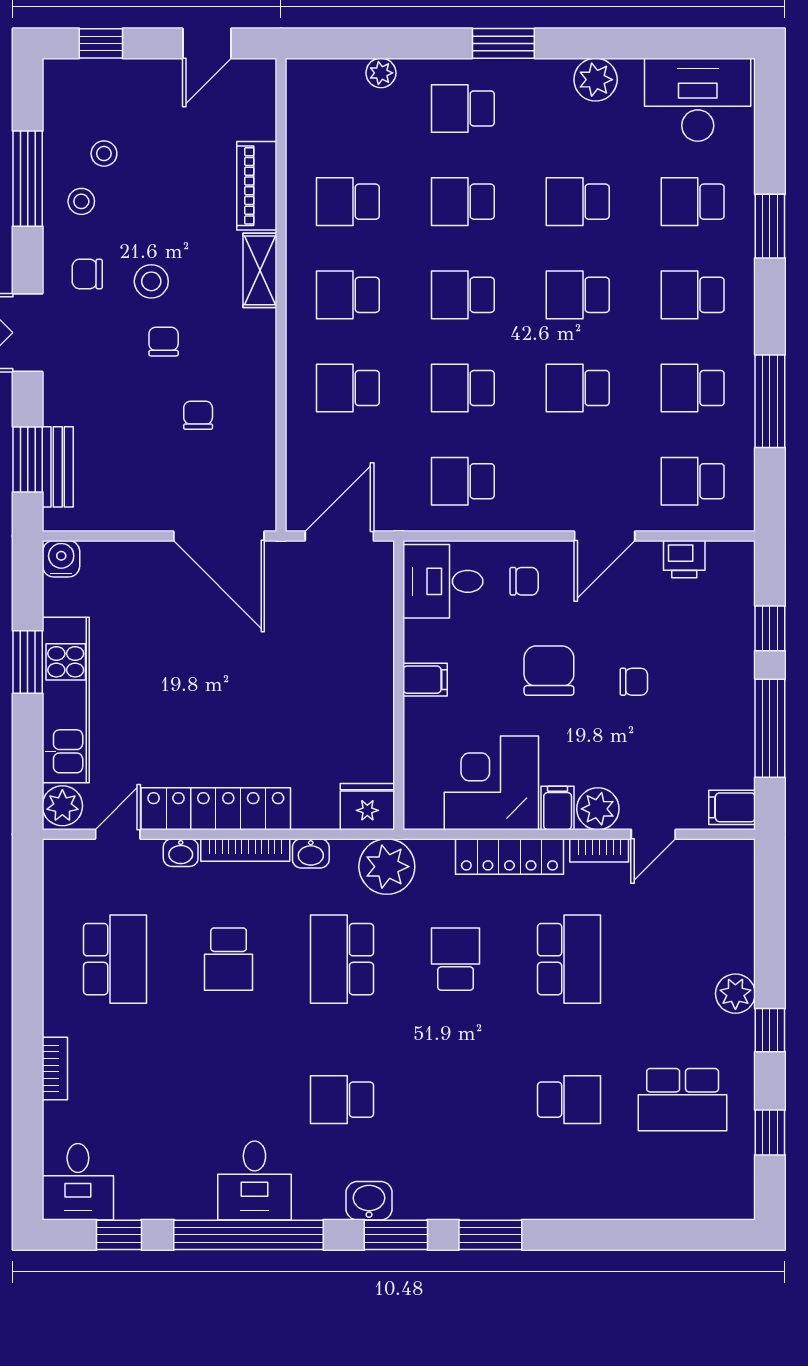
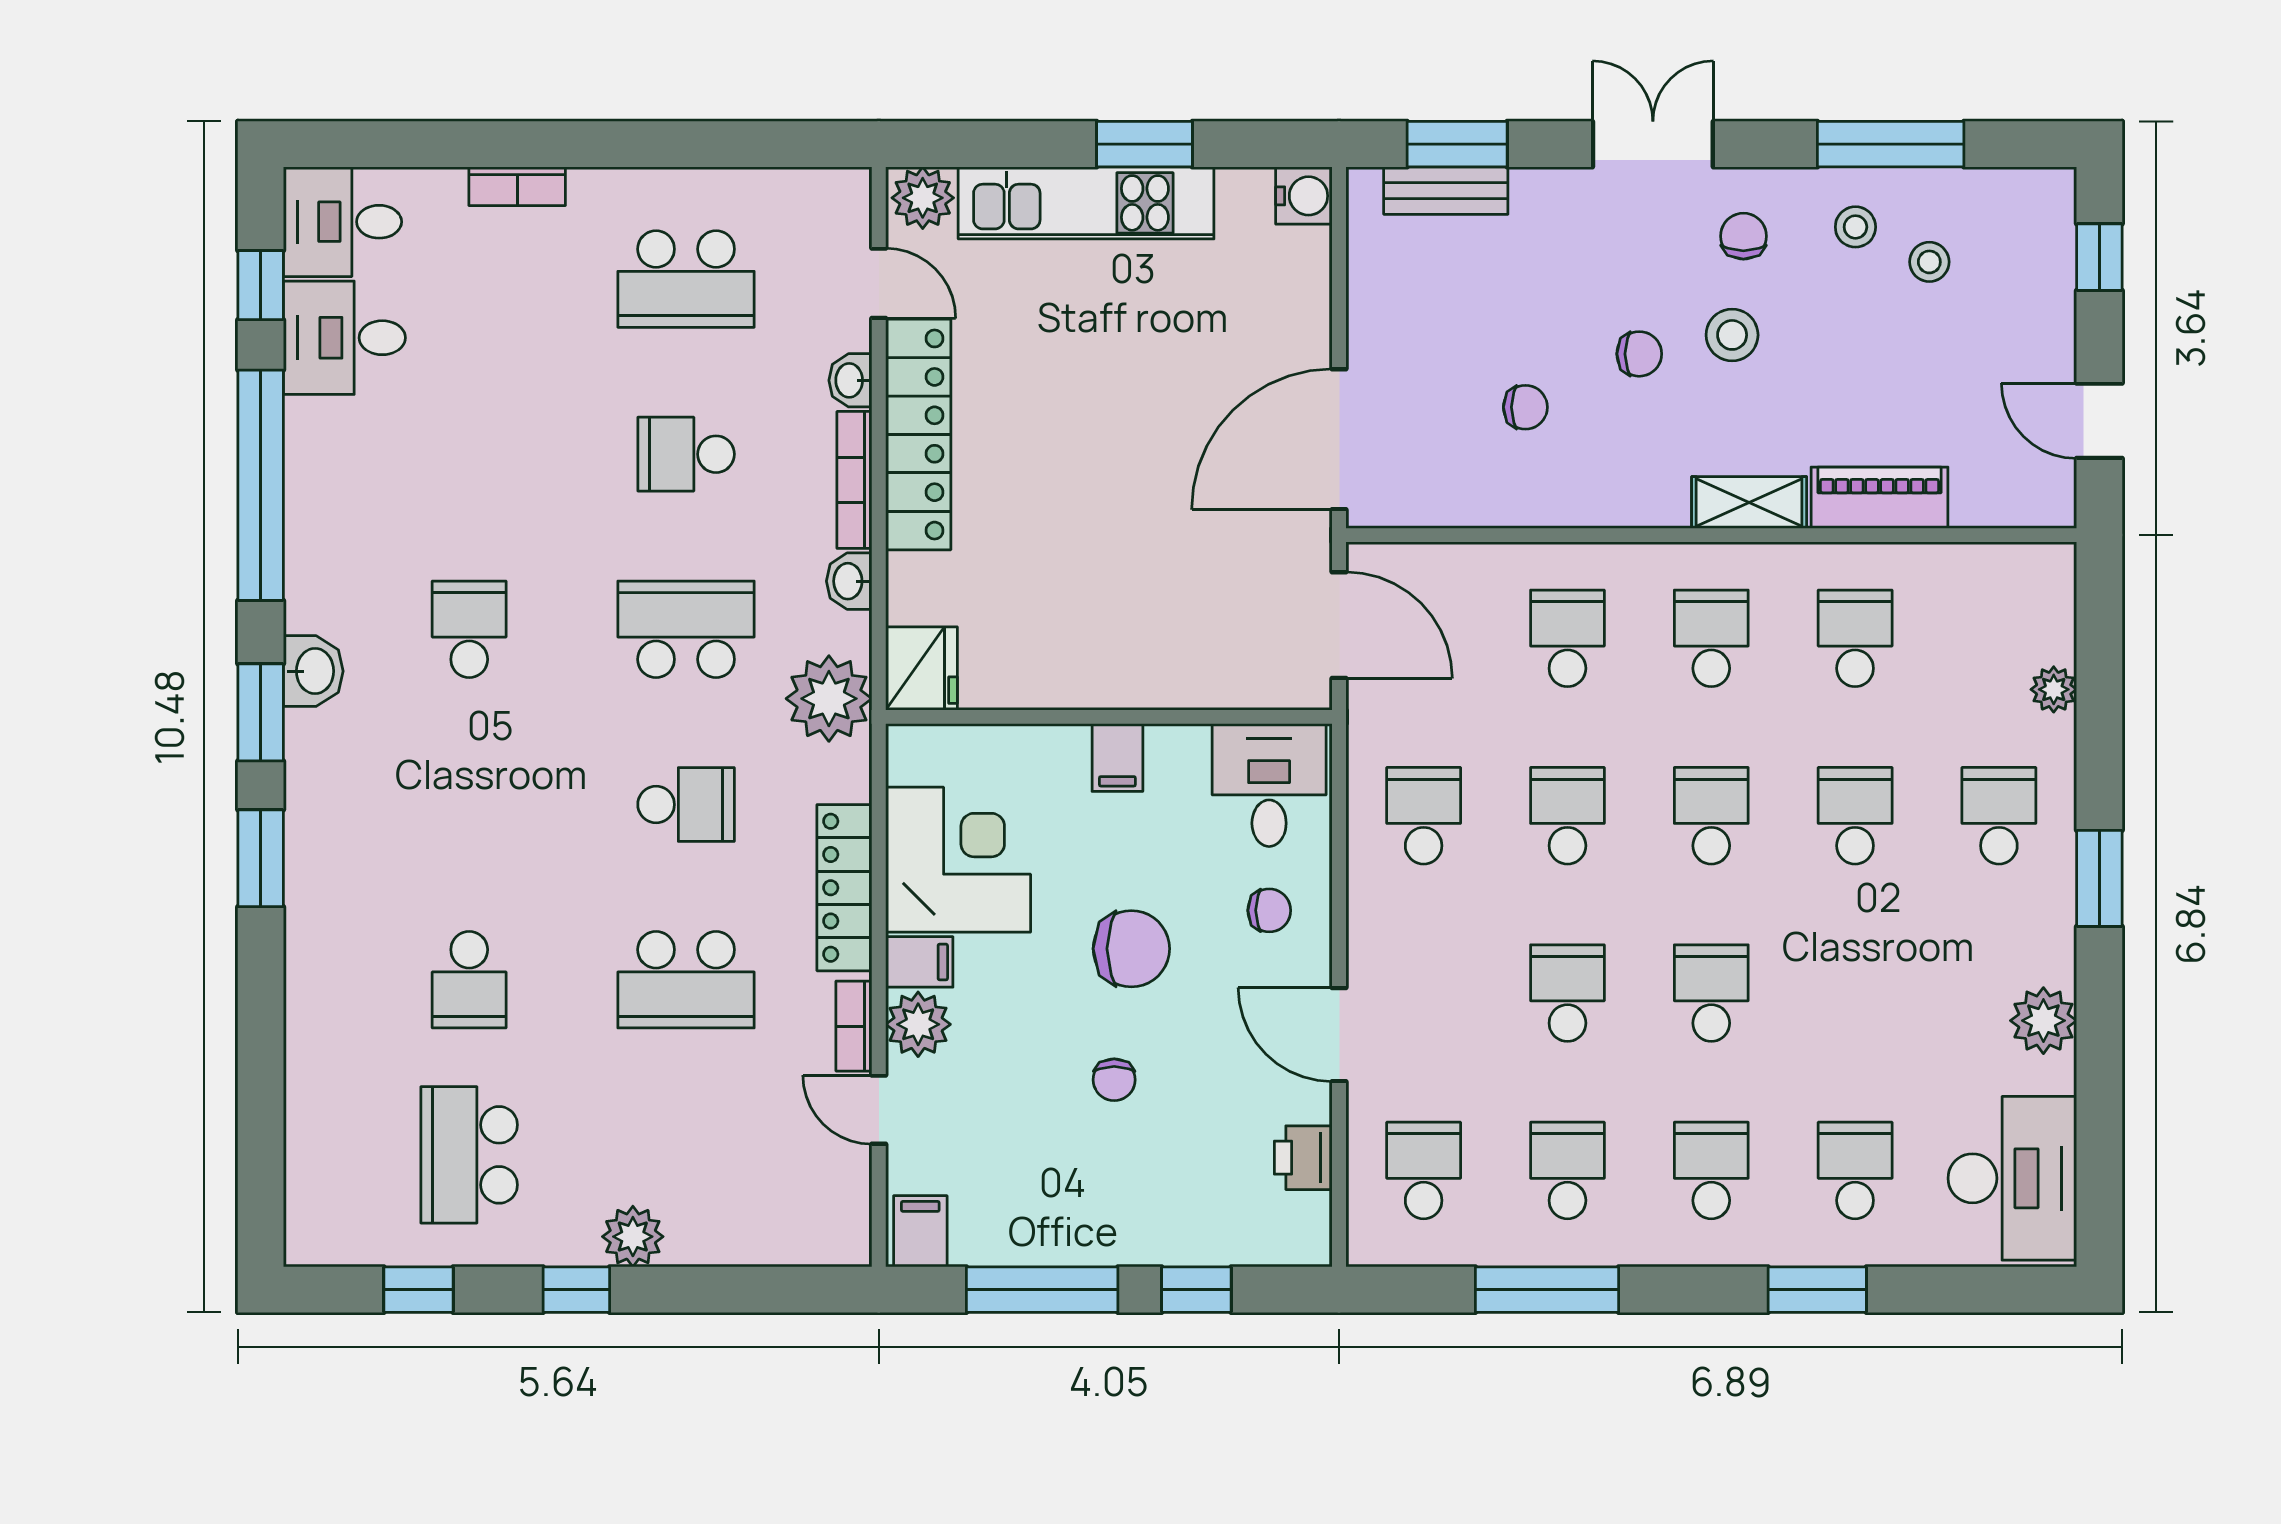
school desk: (578, 202) -> (1855, 993), removed
chair: (524, 581) -> (1269, 910), turned -90
desk: (254, 1181) -> (344, 338), moved

